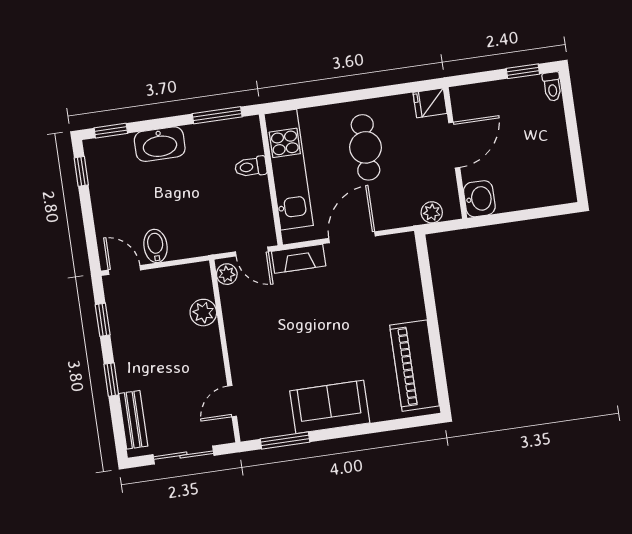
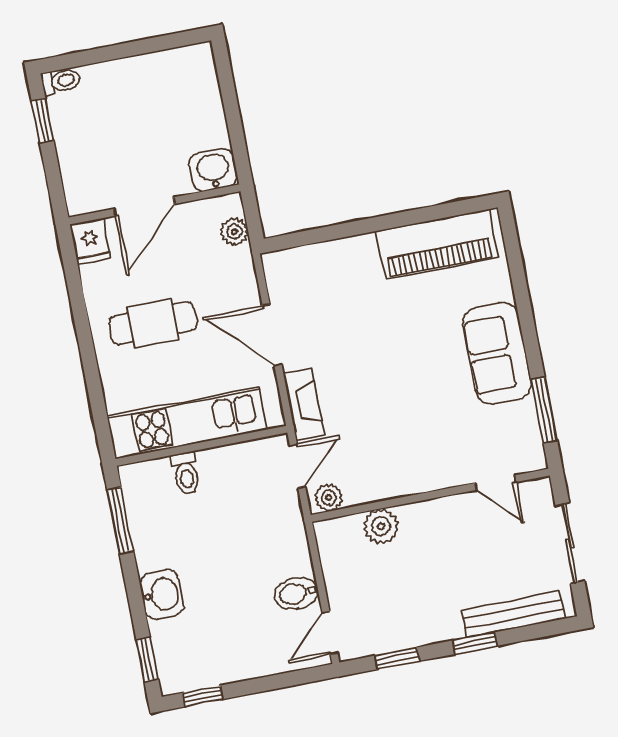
washbasin: (160, 144) -> (162, 594), width x0.72
door: (454, 145) -> (144, 206), swing flipped
bench: (133, 420) -> (514, 614), width x1.36

